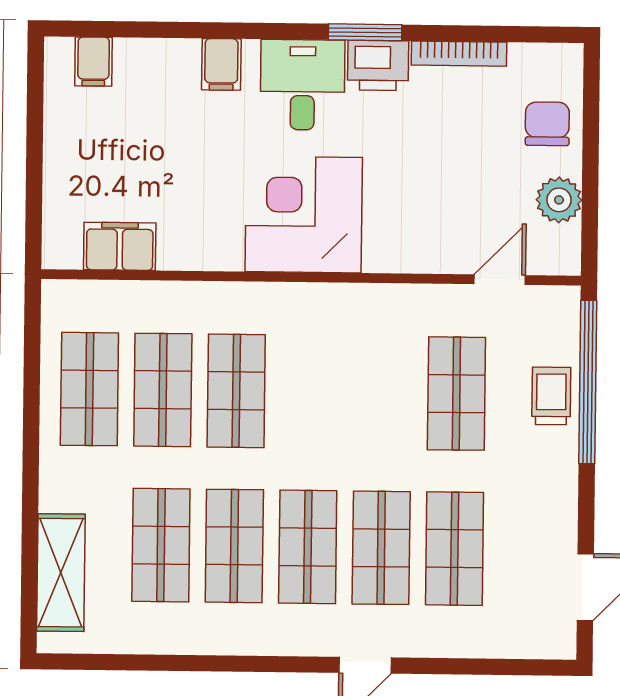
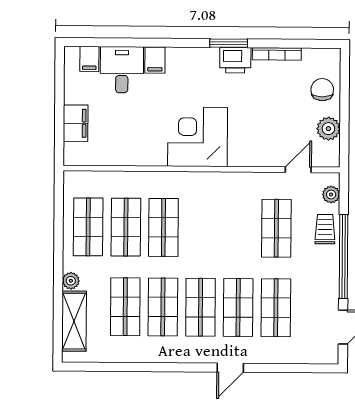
desk: (303, 85) -> (122, 70), moved
filing cabinet: (120, 246) -> (76, 123), moved, turned 90
plant: (563, 328) -> (331, 195), added
window: (588, 382) -> (343, 257), moved
plant: (55, 494) -> (71, 281), added

